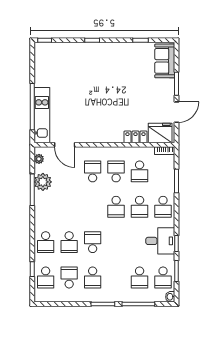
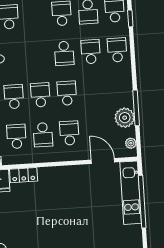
school desk: (93, 171) -> (69, 133), turned 180
school desk: (93, 207) -> (67, 93), added

